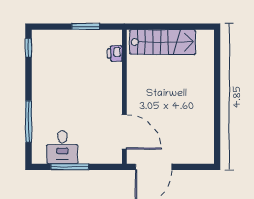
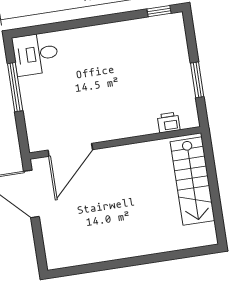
window: (29, 122) -> (65, 26), removed
desk: (62, 147) -> (36, 54), moved

